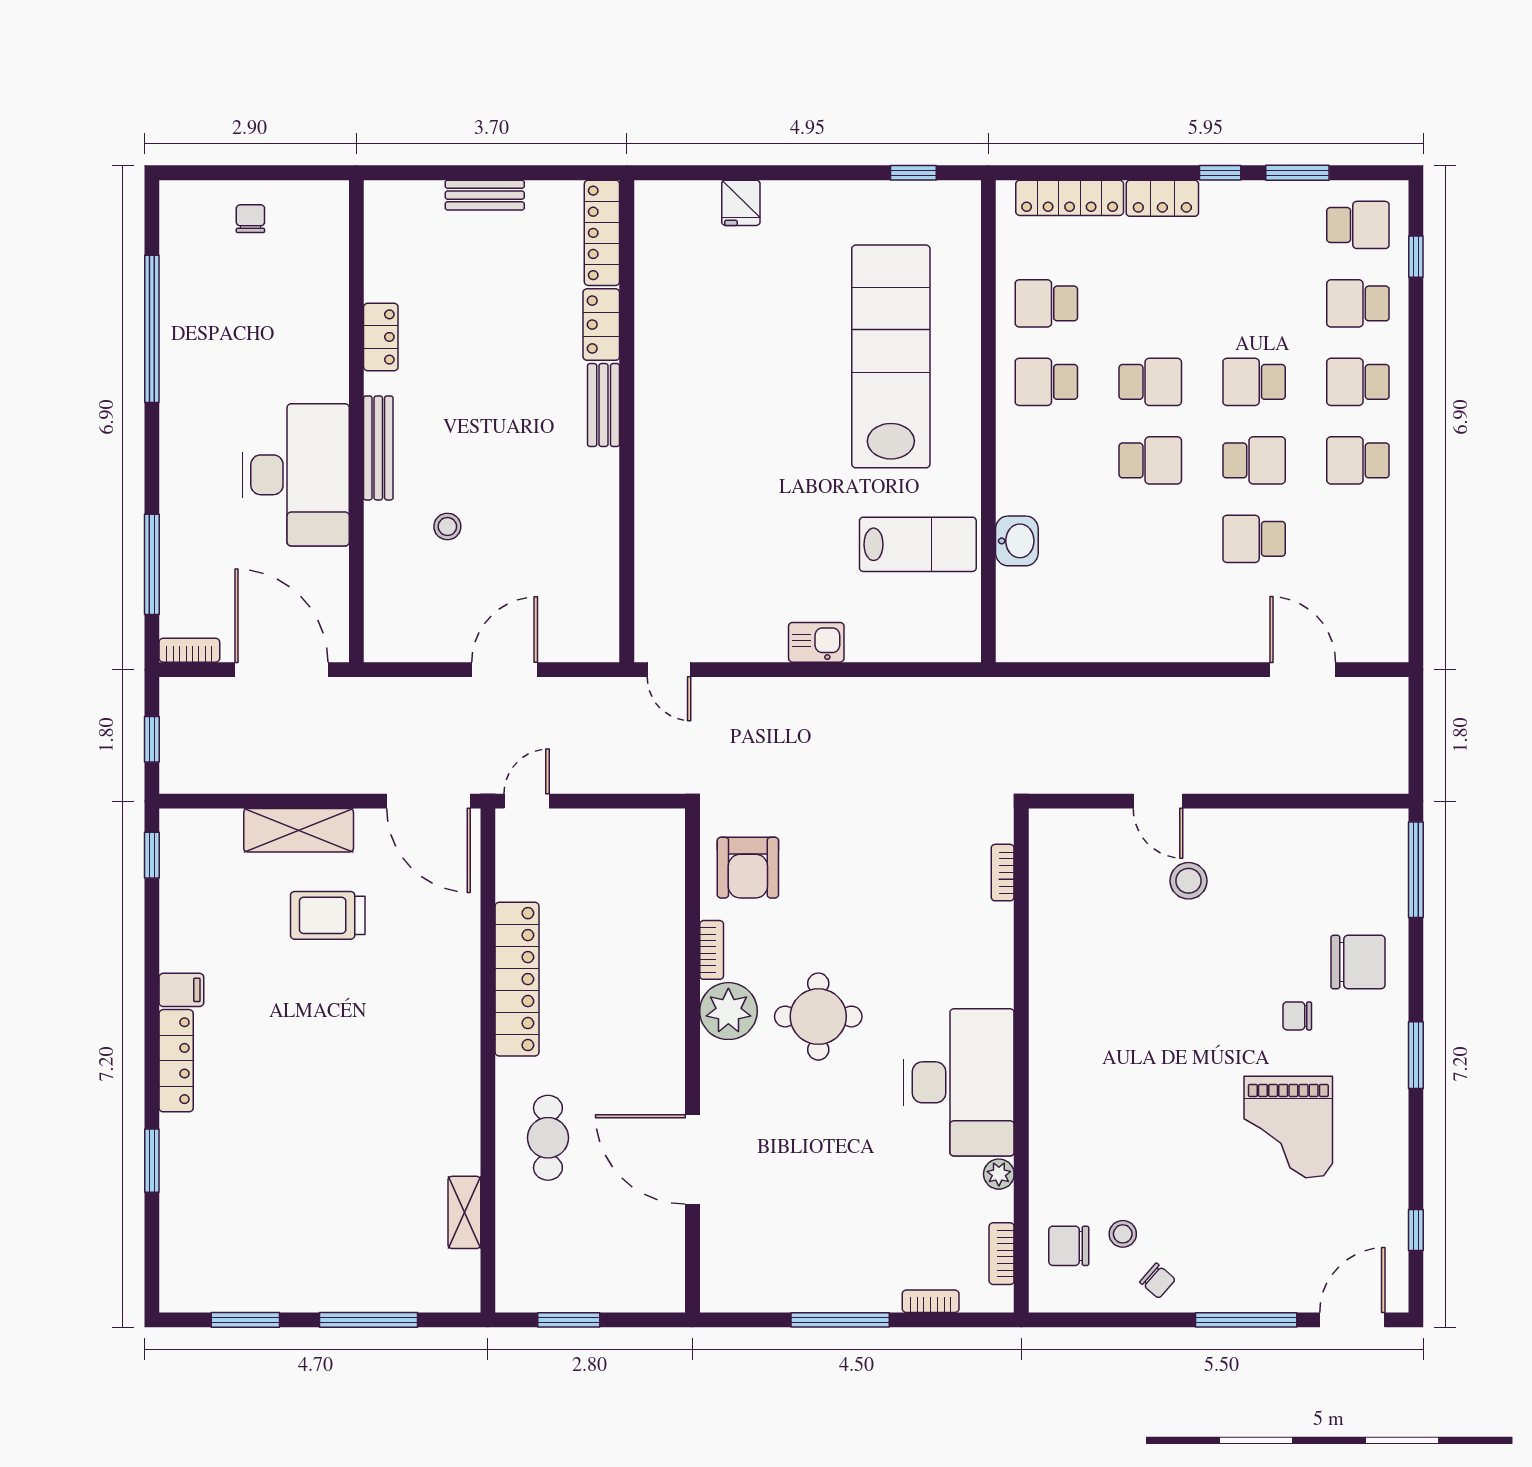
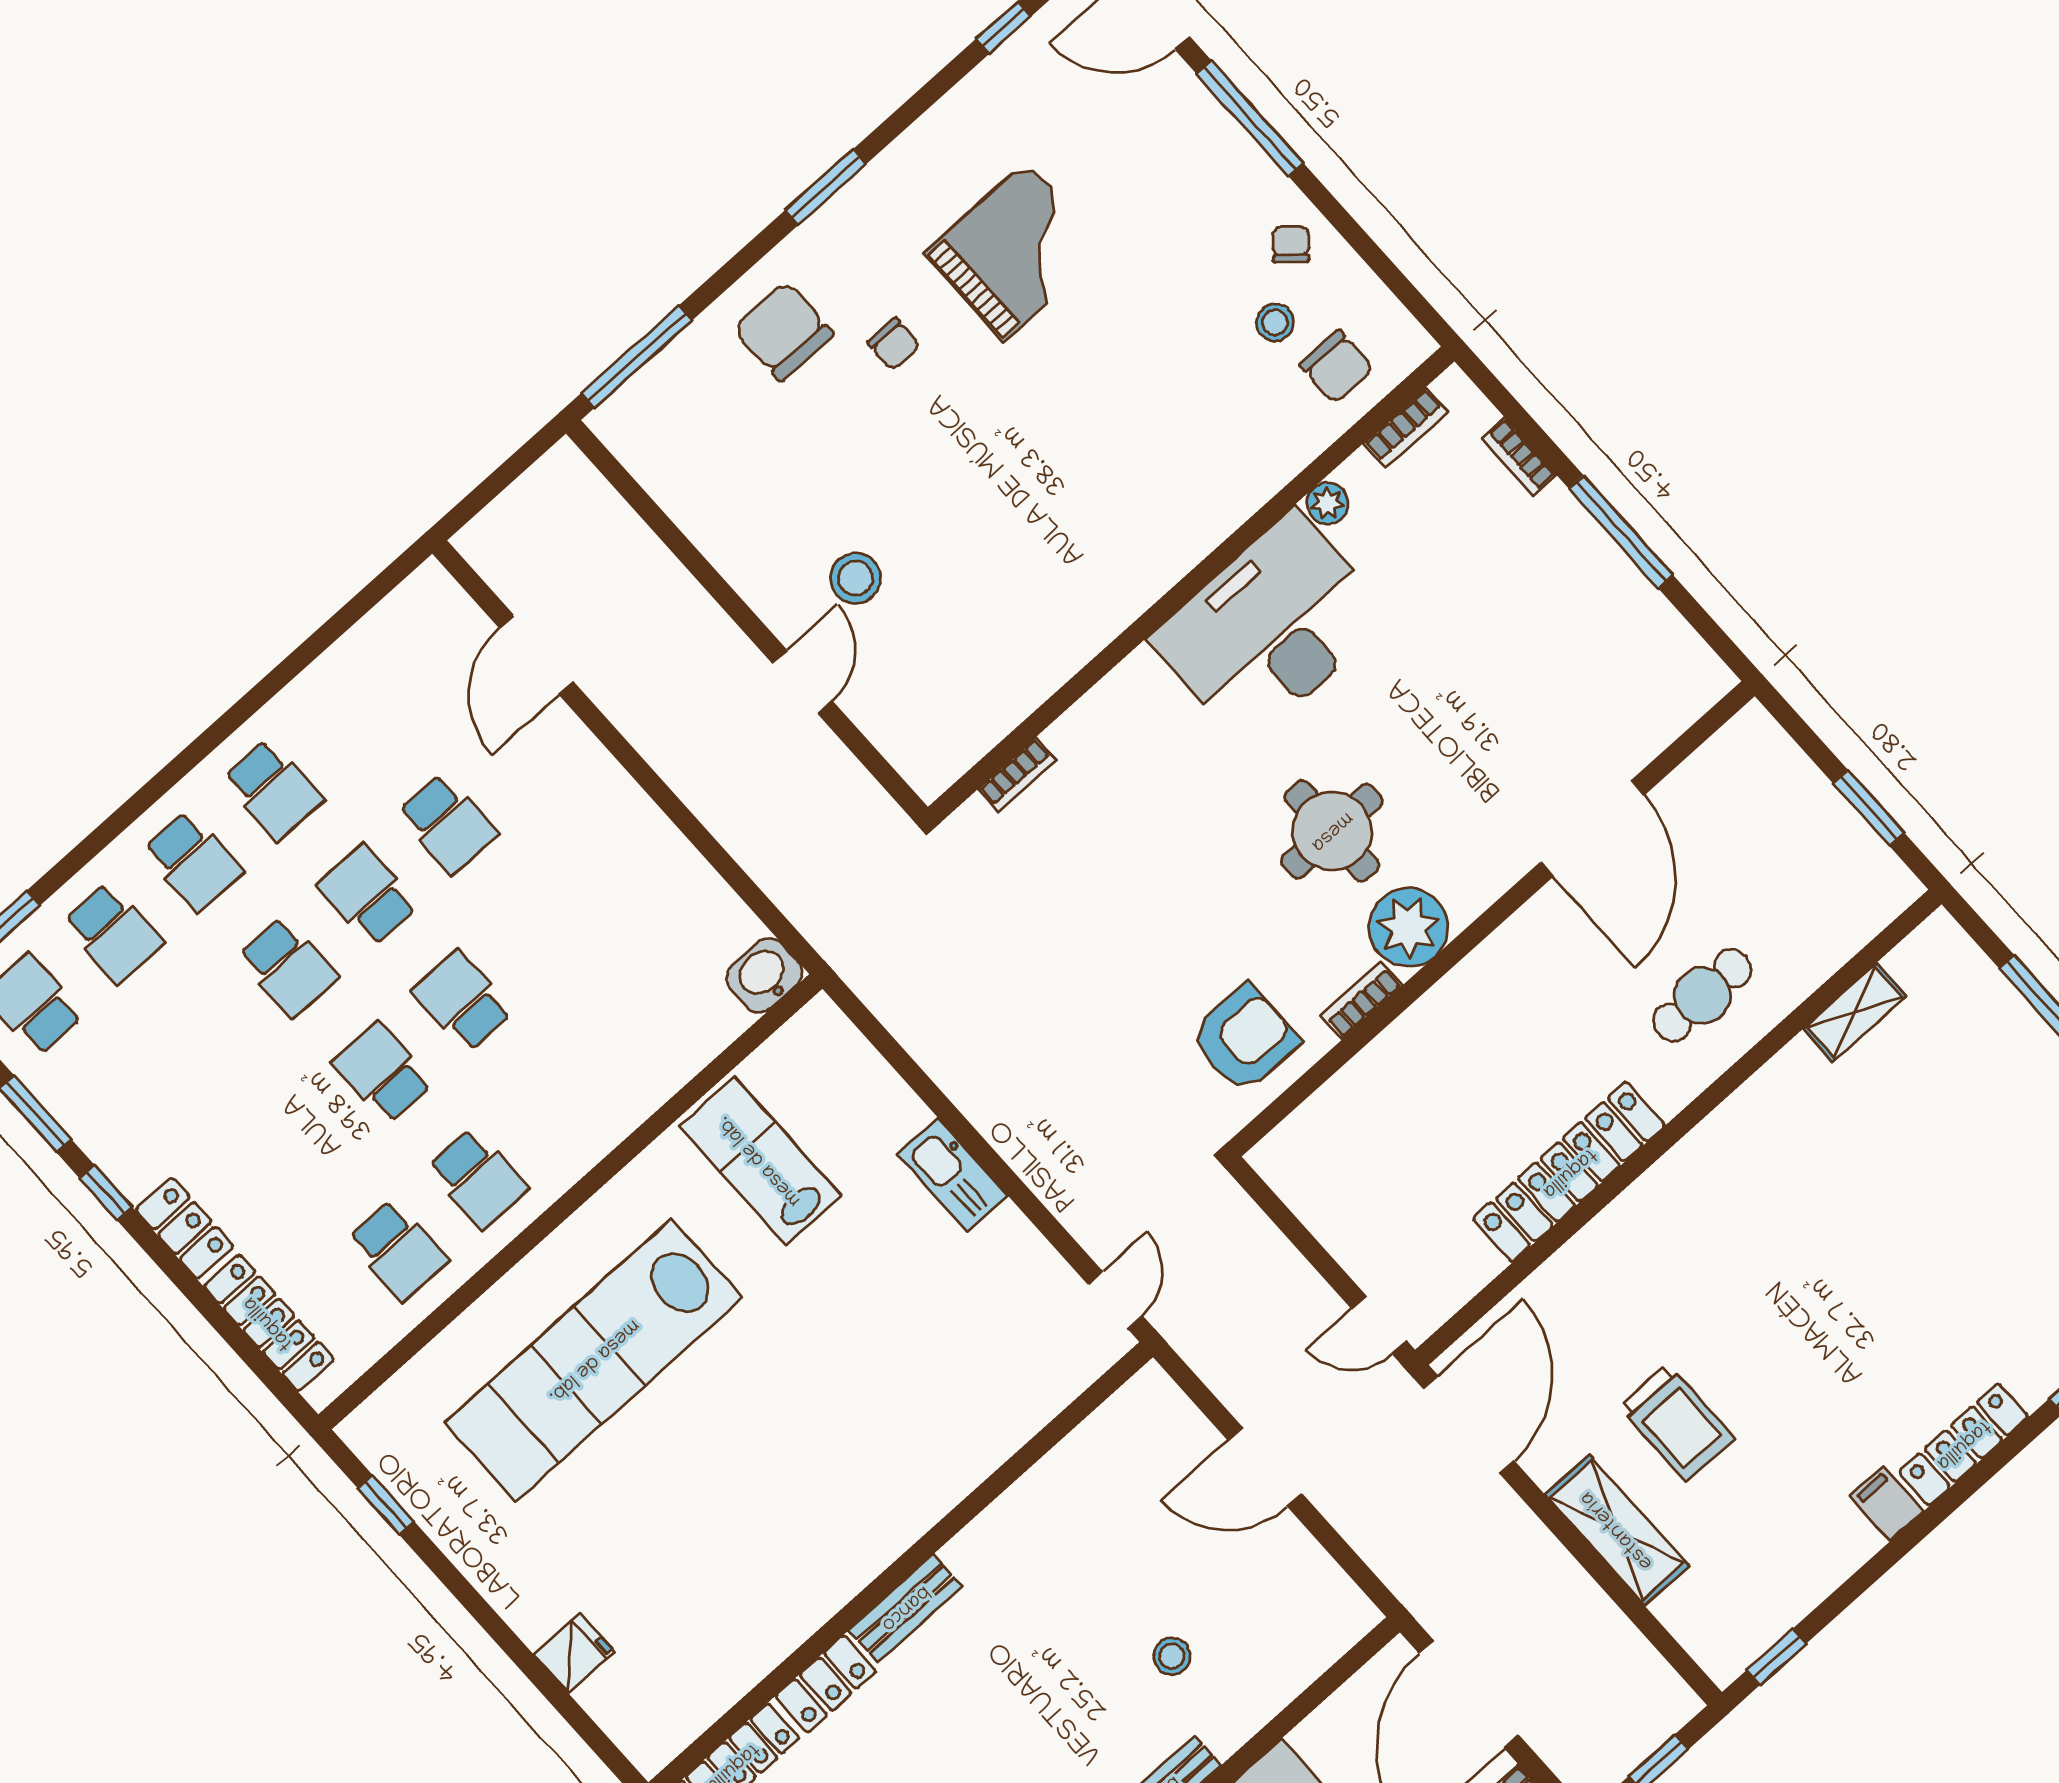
washbasin: (1017, 541) -> (764, 975), moved
kitchen sink: (816, 642) -> (953, 1175), width x1.38

